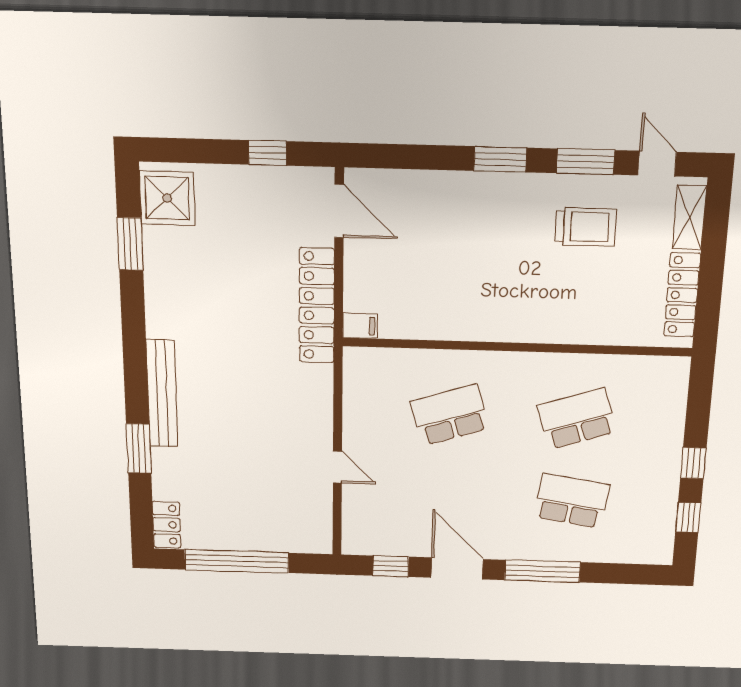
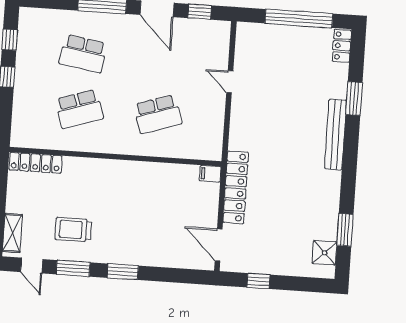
shower: (167, 198) -> (325, 253), width x0.73, depth x0.73
locker: (682, 295) -> (35, 163), moved, turned 90

